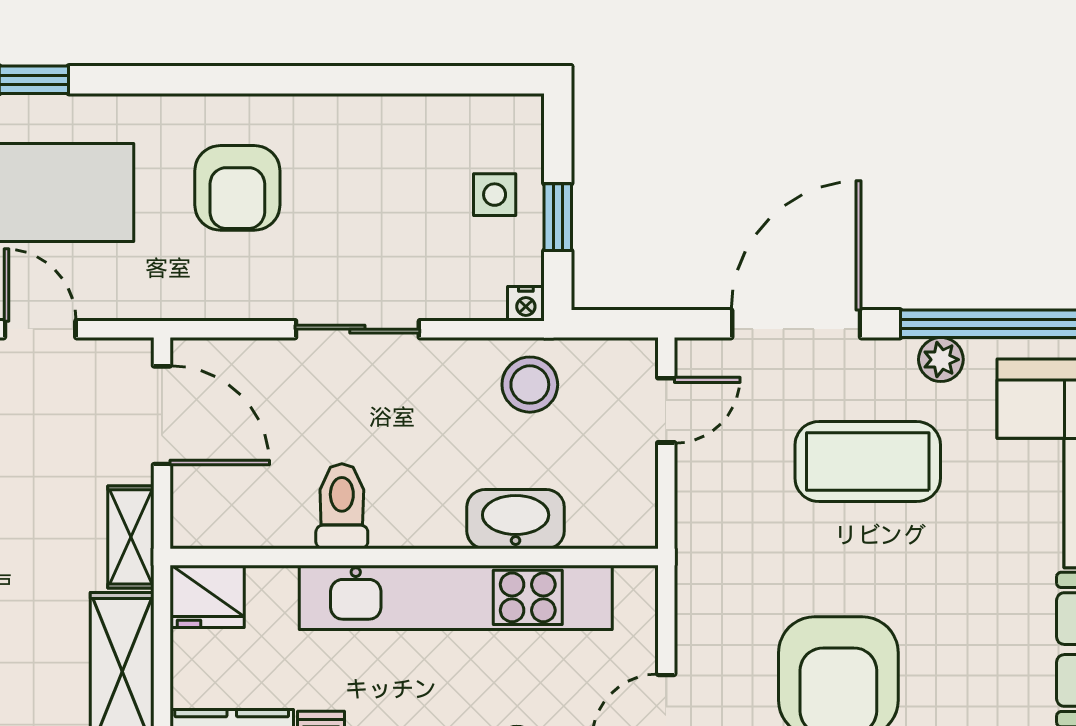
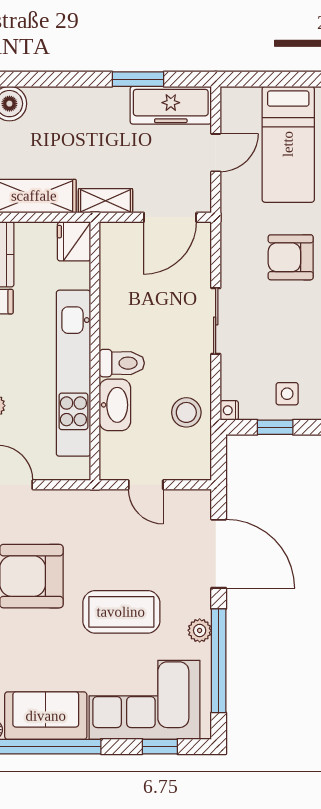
door: (666, 410) -> (146, 485), moved
coffee table: (868, 462) -> (121, 612), moved, turned 90
toilet: (342, 506) -> (122, 363), moved

